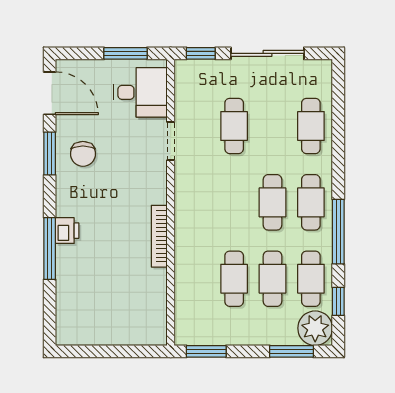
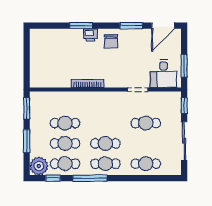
chair: (83, 154) -> (111, 41), moved, turned -90
window: (50, 248) -> (81, 26), width x0.69
window: (291, 351) -> (27, 141), moved

